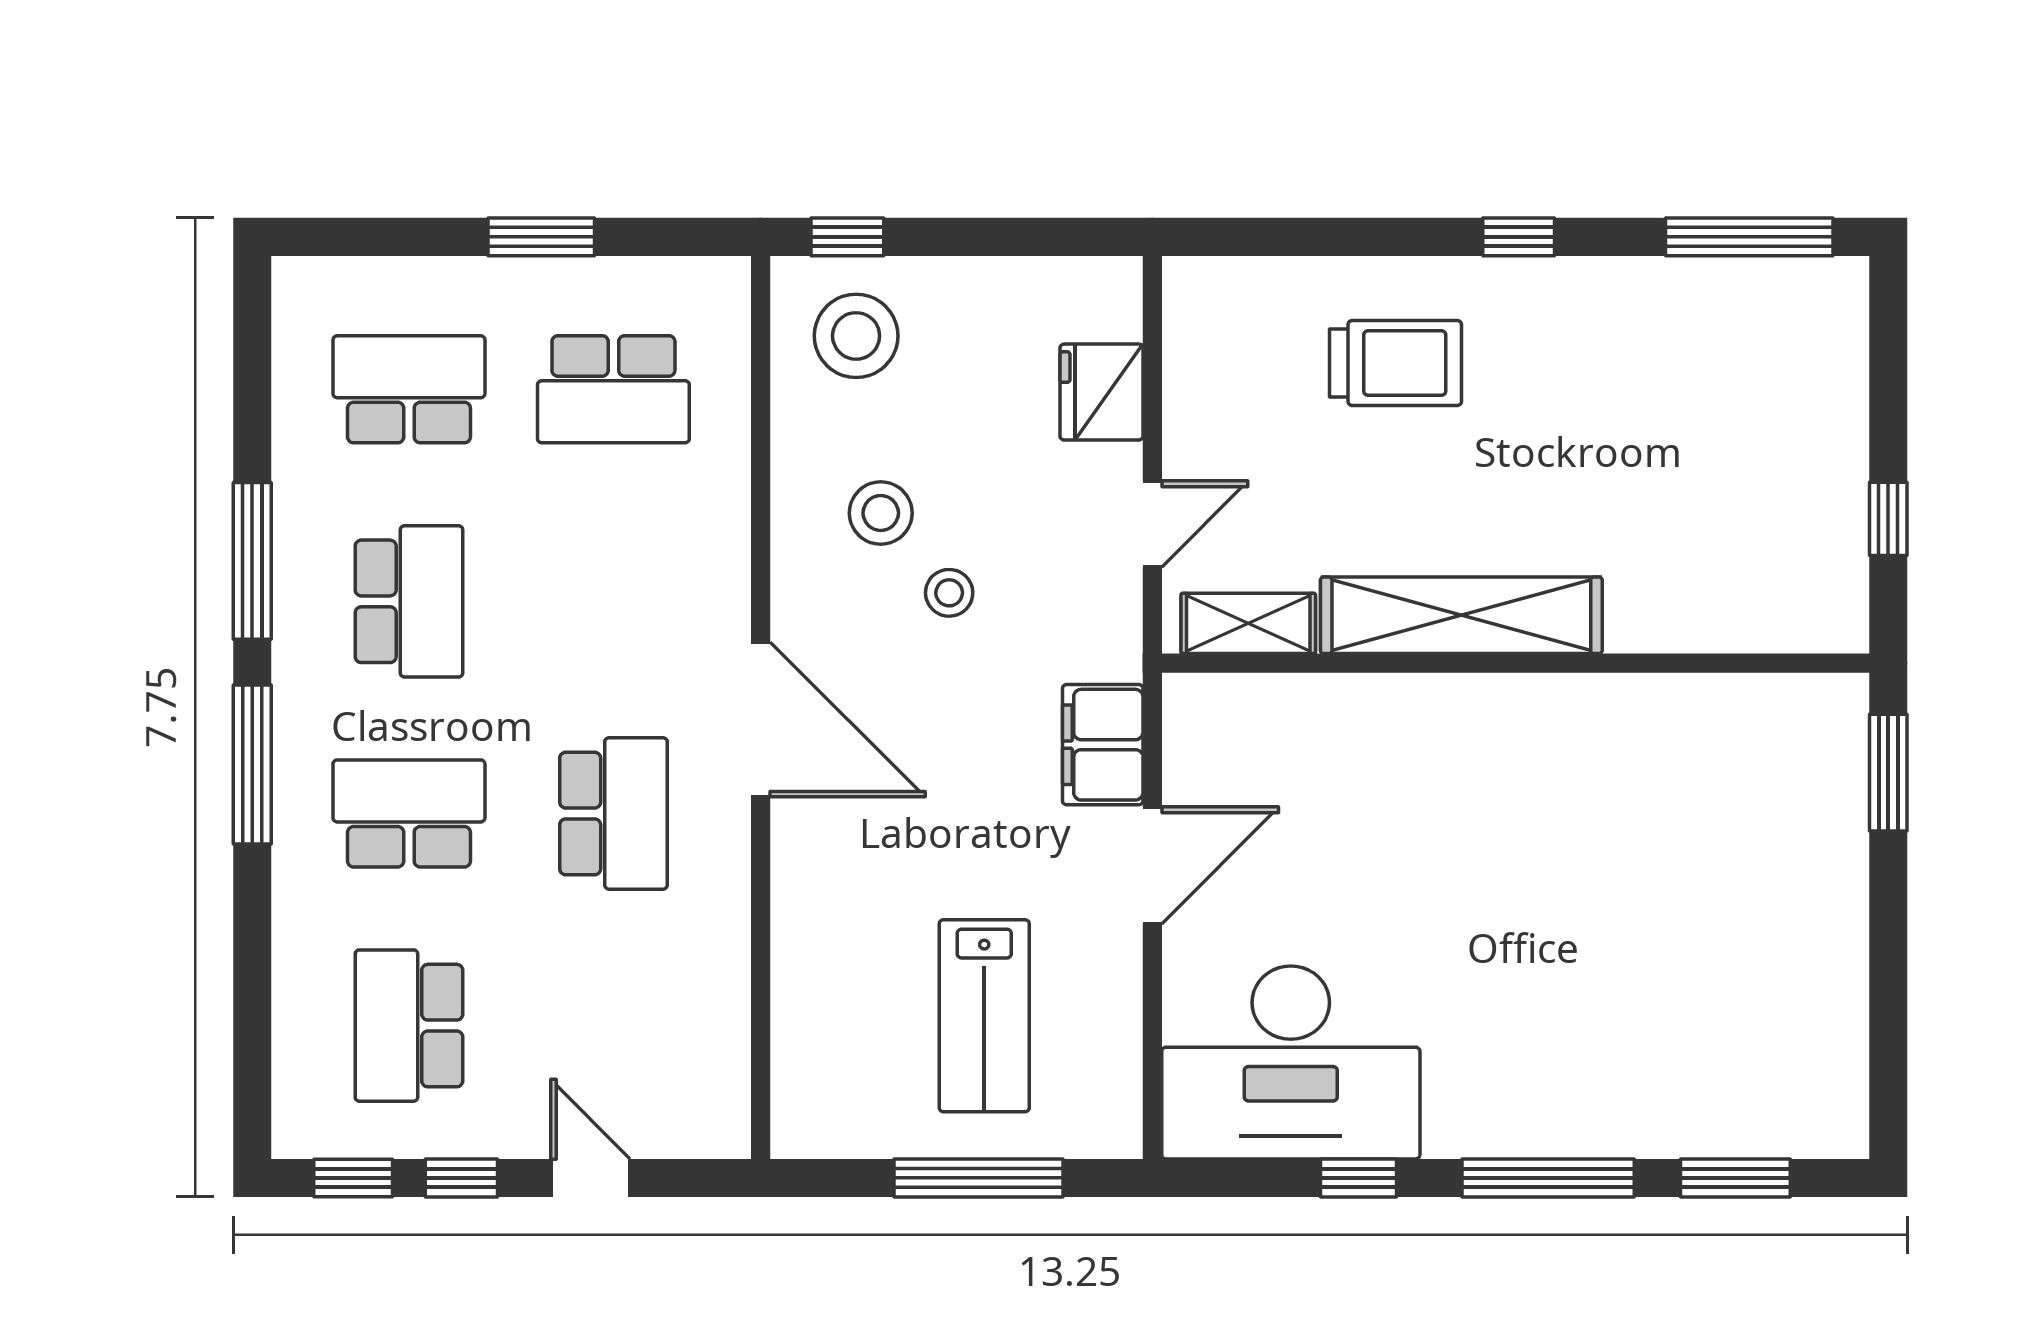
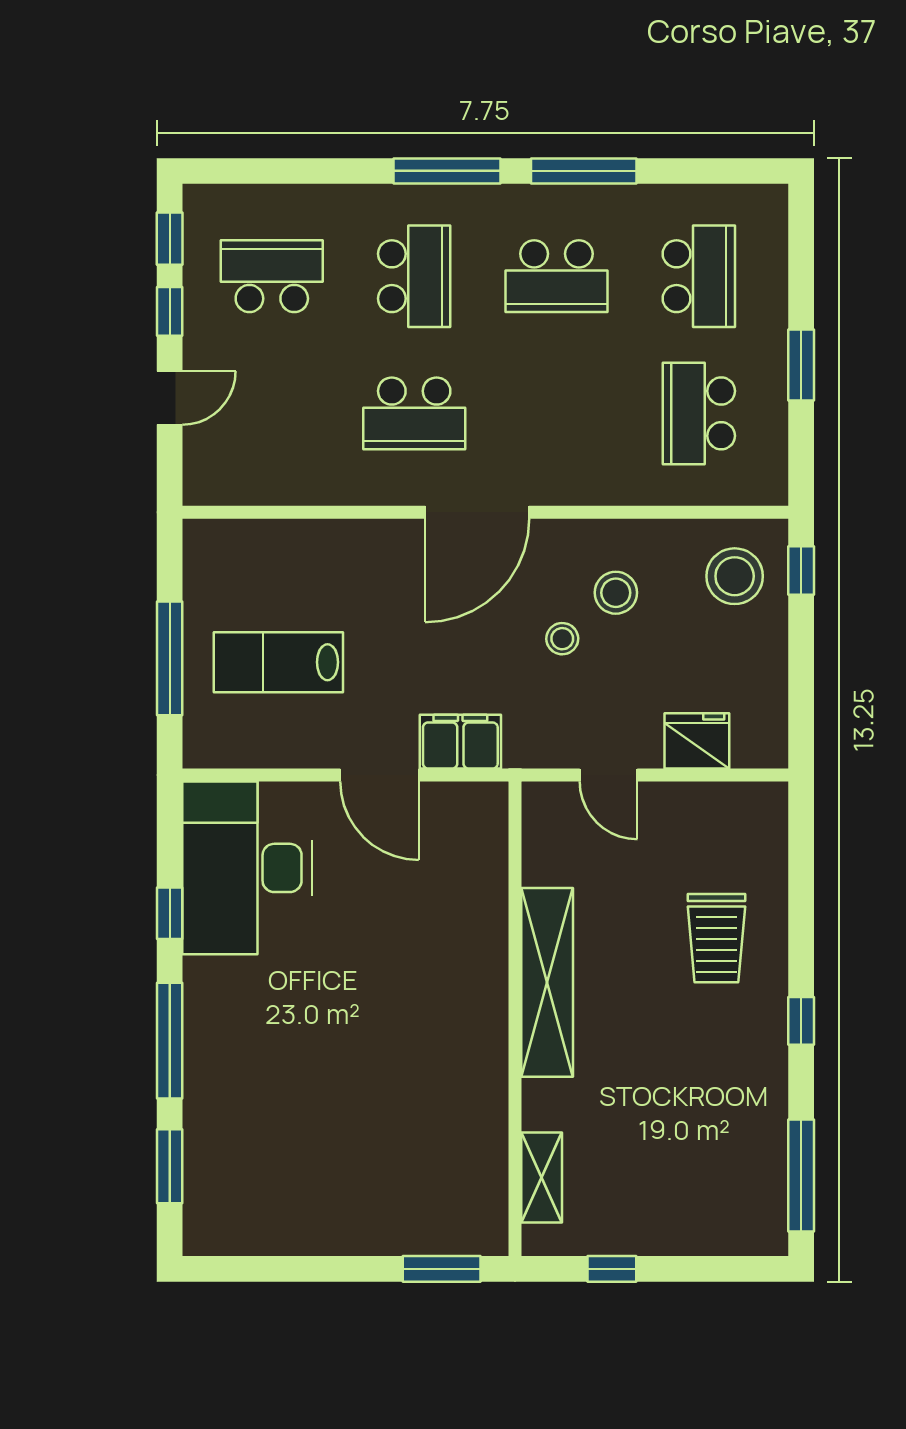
shelving: (1248, 623) -> (542, 1178), moved

